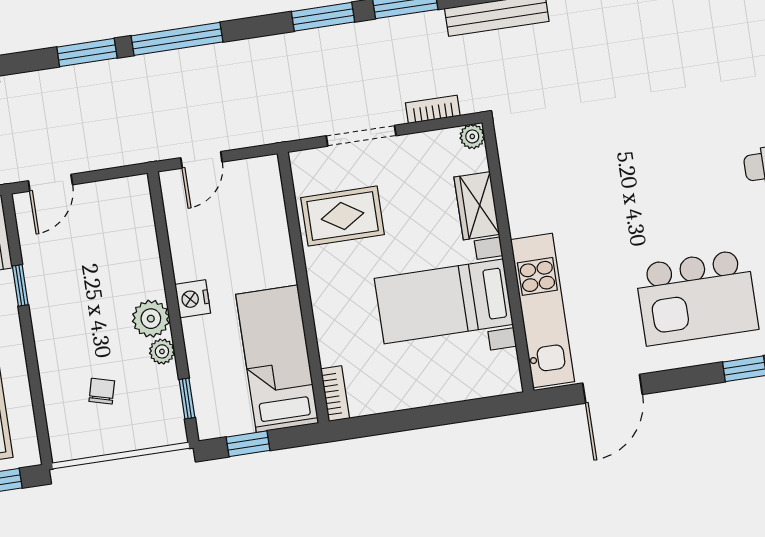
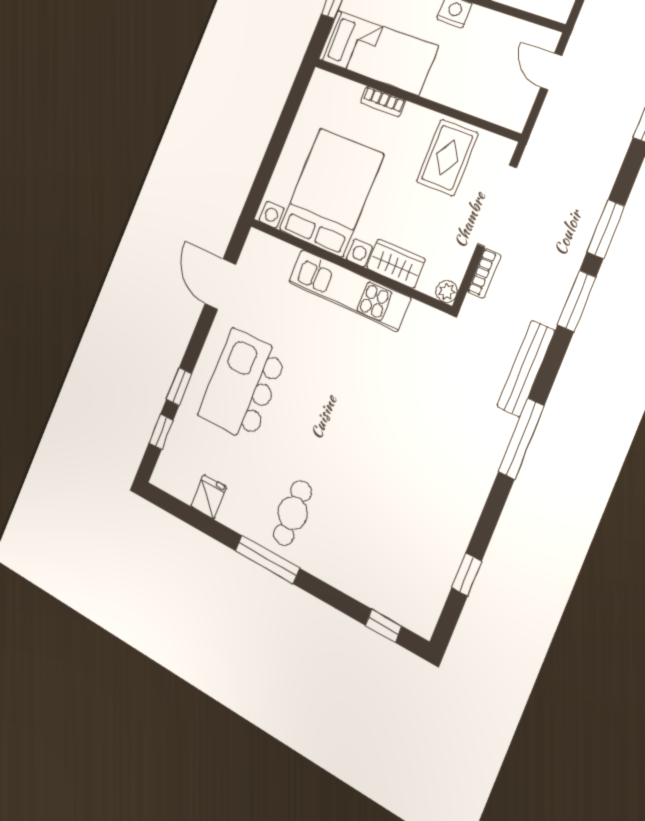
doorway: (361, 136) -> (497, 206), width x1.36
bed with nightstands: (444, 301) -> (331, 192), width x1.36
kitchen unit: (543, 311) -> (349, 290), moved
bookcase: (335, 394) -> (383, 102), moved

